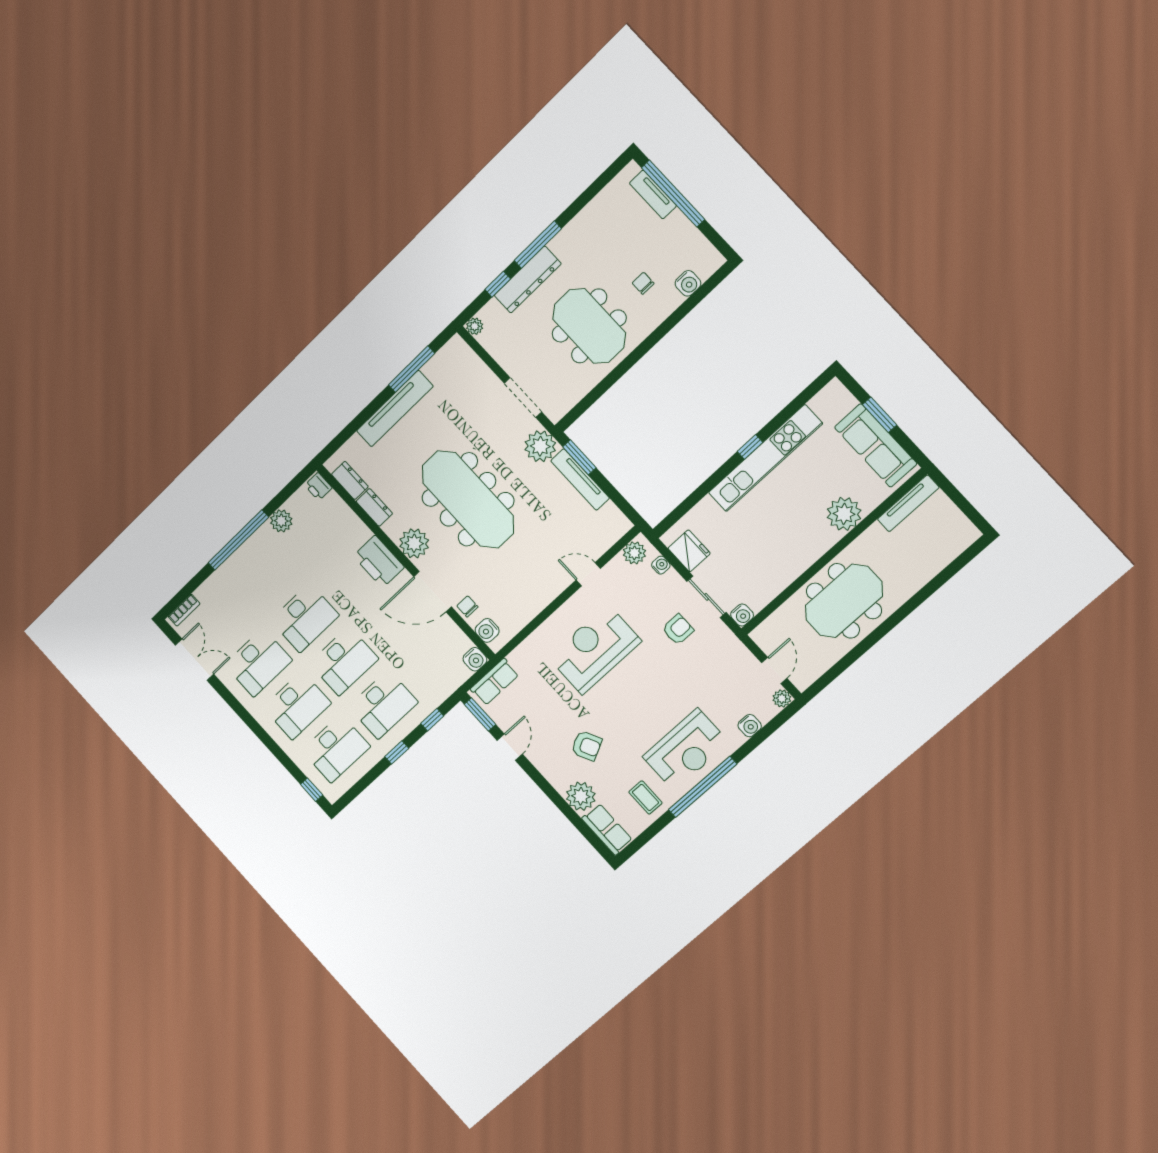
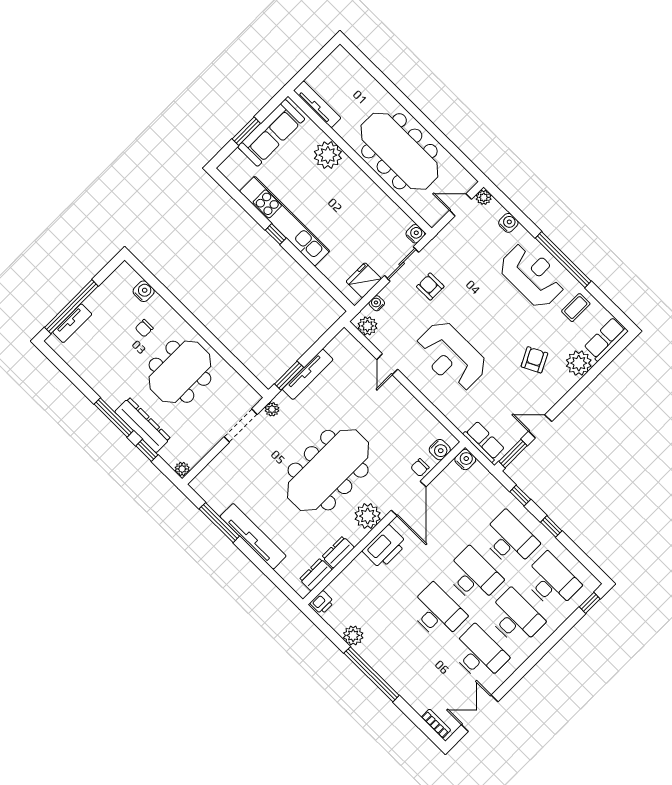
plant: (540, 446) -> (272, 409), width x0.53, depth x0.53
meeting table: (844, 601) -> (399, 151), width x1.36

